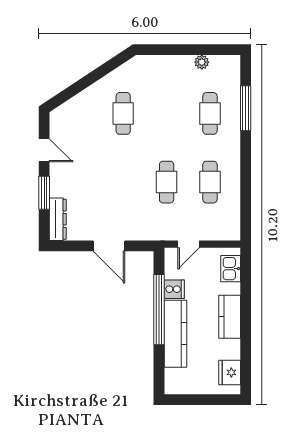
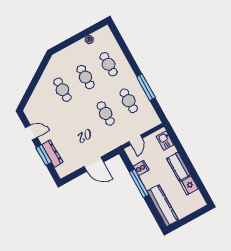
window: (246, 108) -> (146, 87), moved
cafe table: (167, 113) -> (86, 77), added
dresser: (58, 219) -> (52, 153), moved
window: (159, 310) -> (139, 183), width x0.68
kitchen counter: (176, 334) -> (163, 206), moved
fridge: (230, 372) -> (189, 185), moved

